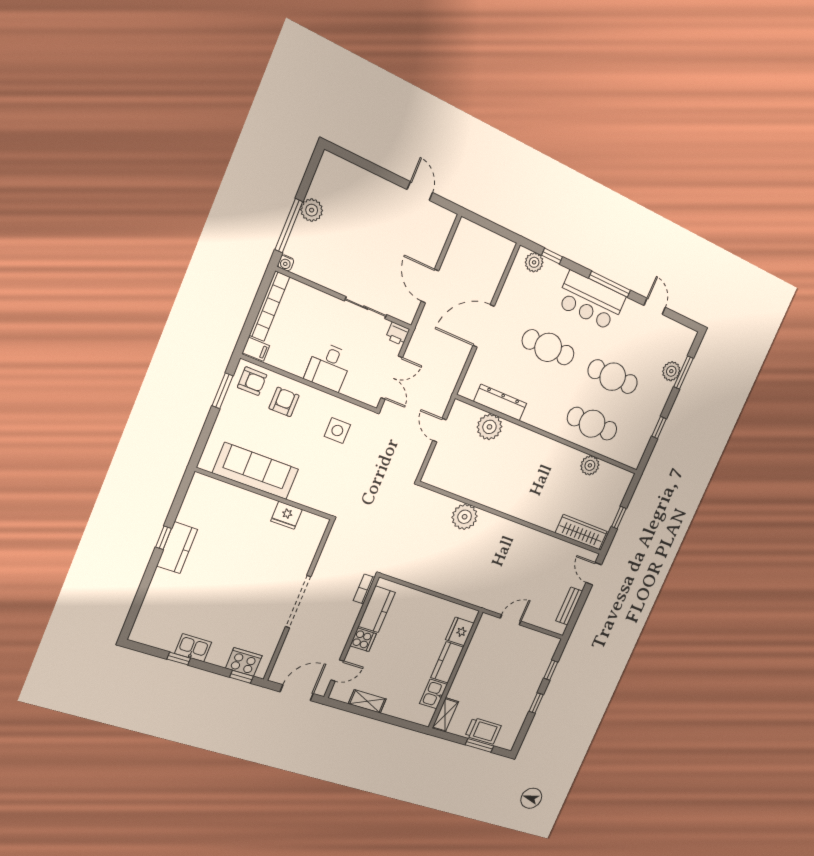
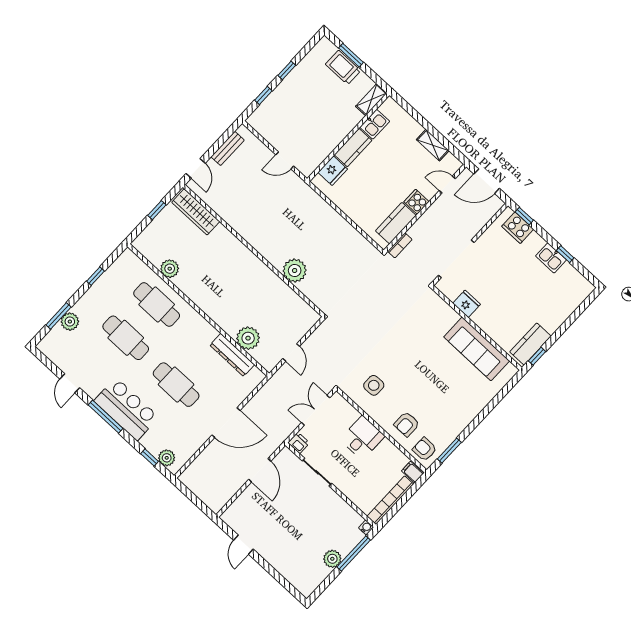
sofa: (256, 471) -> (477, 349), moved
wall: (265, 494) -> (477, 328), moved
fridge: (287, 515) -> (467, 304), moved

